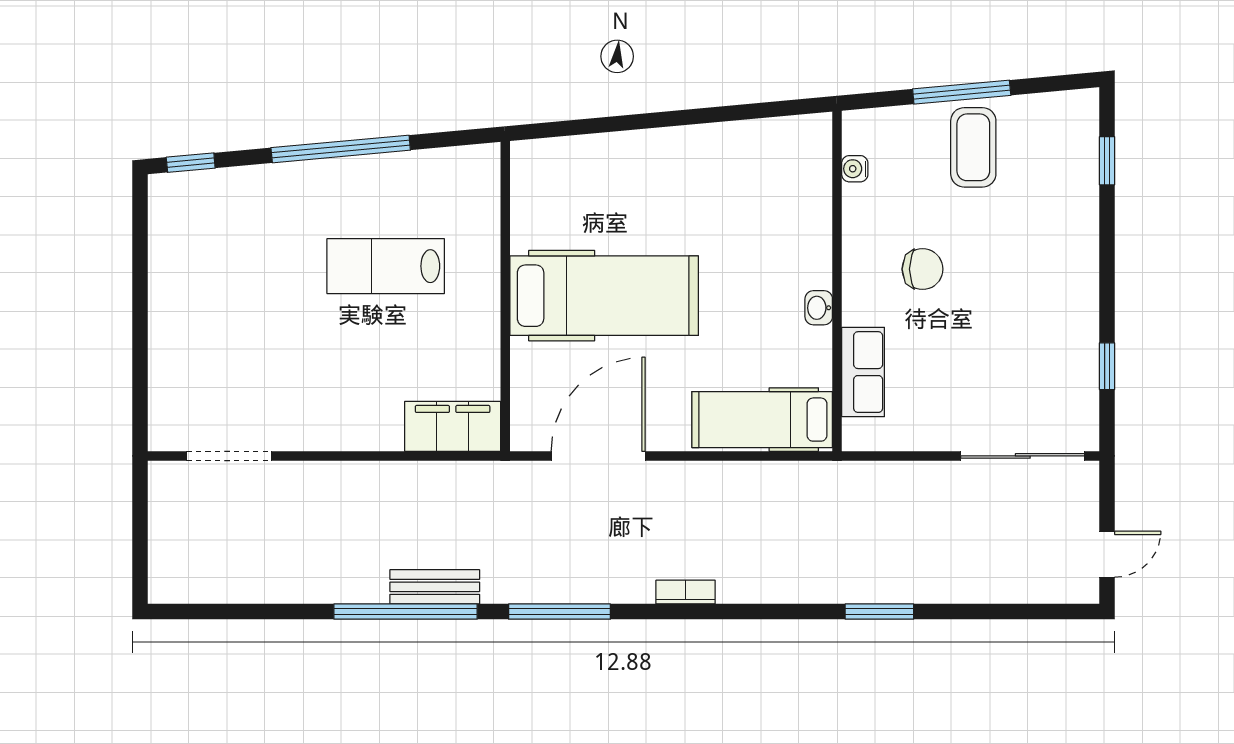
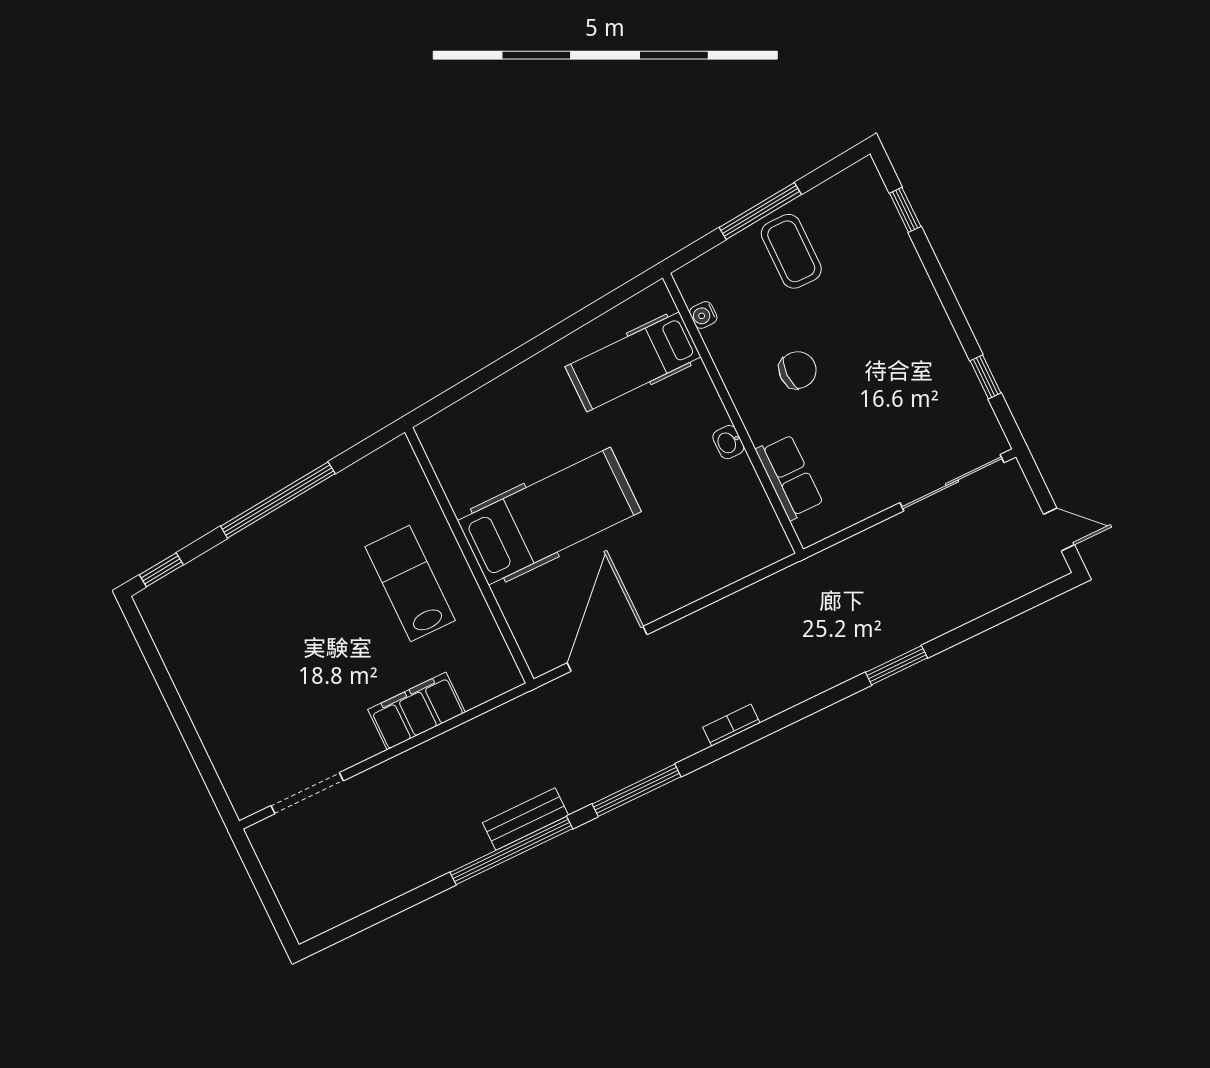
lab bench: (386, 266) -> (410, 584), moved, turned 90
hospital bed: (762, 420) -> (633, 362), moved
filing cabinet: (453, 426) -> (416, 711), moved
door: (1107, 554) -> (1059, 530), hinge flipped

